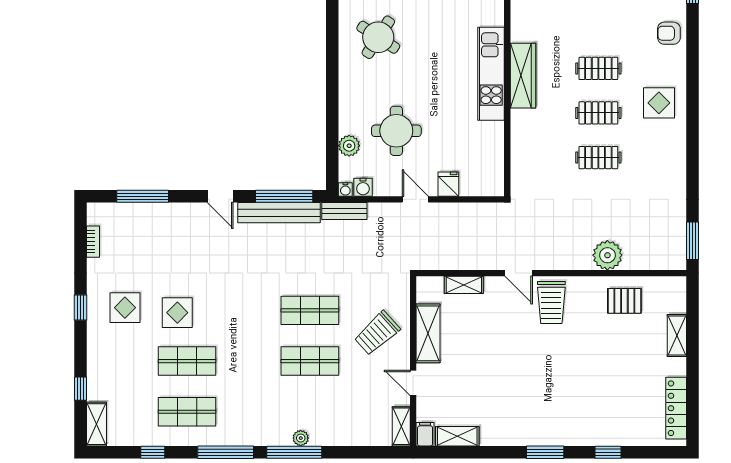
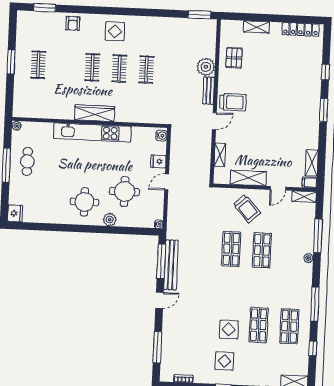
round table: (378, 37) -> (84, 202), moved, turned -33
kitchen unit: (491, 74) -> (93, 132), width x1.36
plant: (349, 146) -> (110, 220), moved
water cooler: (363, 187) -> (161, 136), moved
bench: (344, 211) -> (209, 91), moved
window: (294, 452) -> (318, 236), moved

